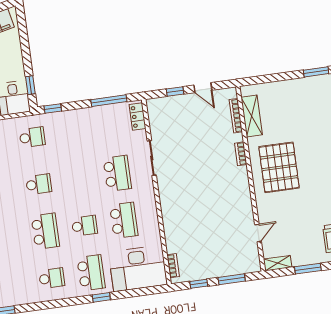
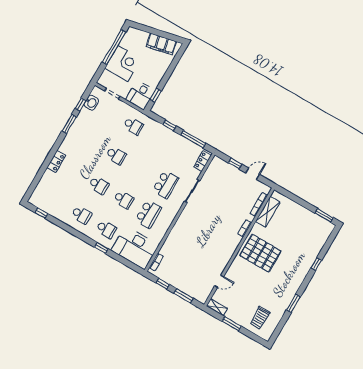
door: (203, 88) -> (253, 174), swing flipped
window: (53, 108) -> (169, 125), moved
pallet: (279, 167) -> (260, 253), turned 90
school desk: (45, 231) -> (99, 185), width x0.54
school desk: (91, 273) -> (106, 229), width x0.54

